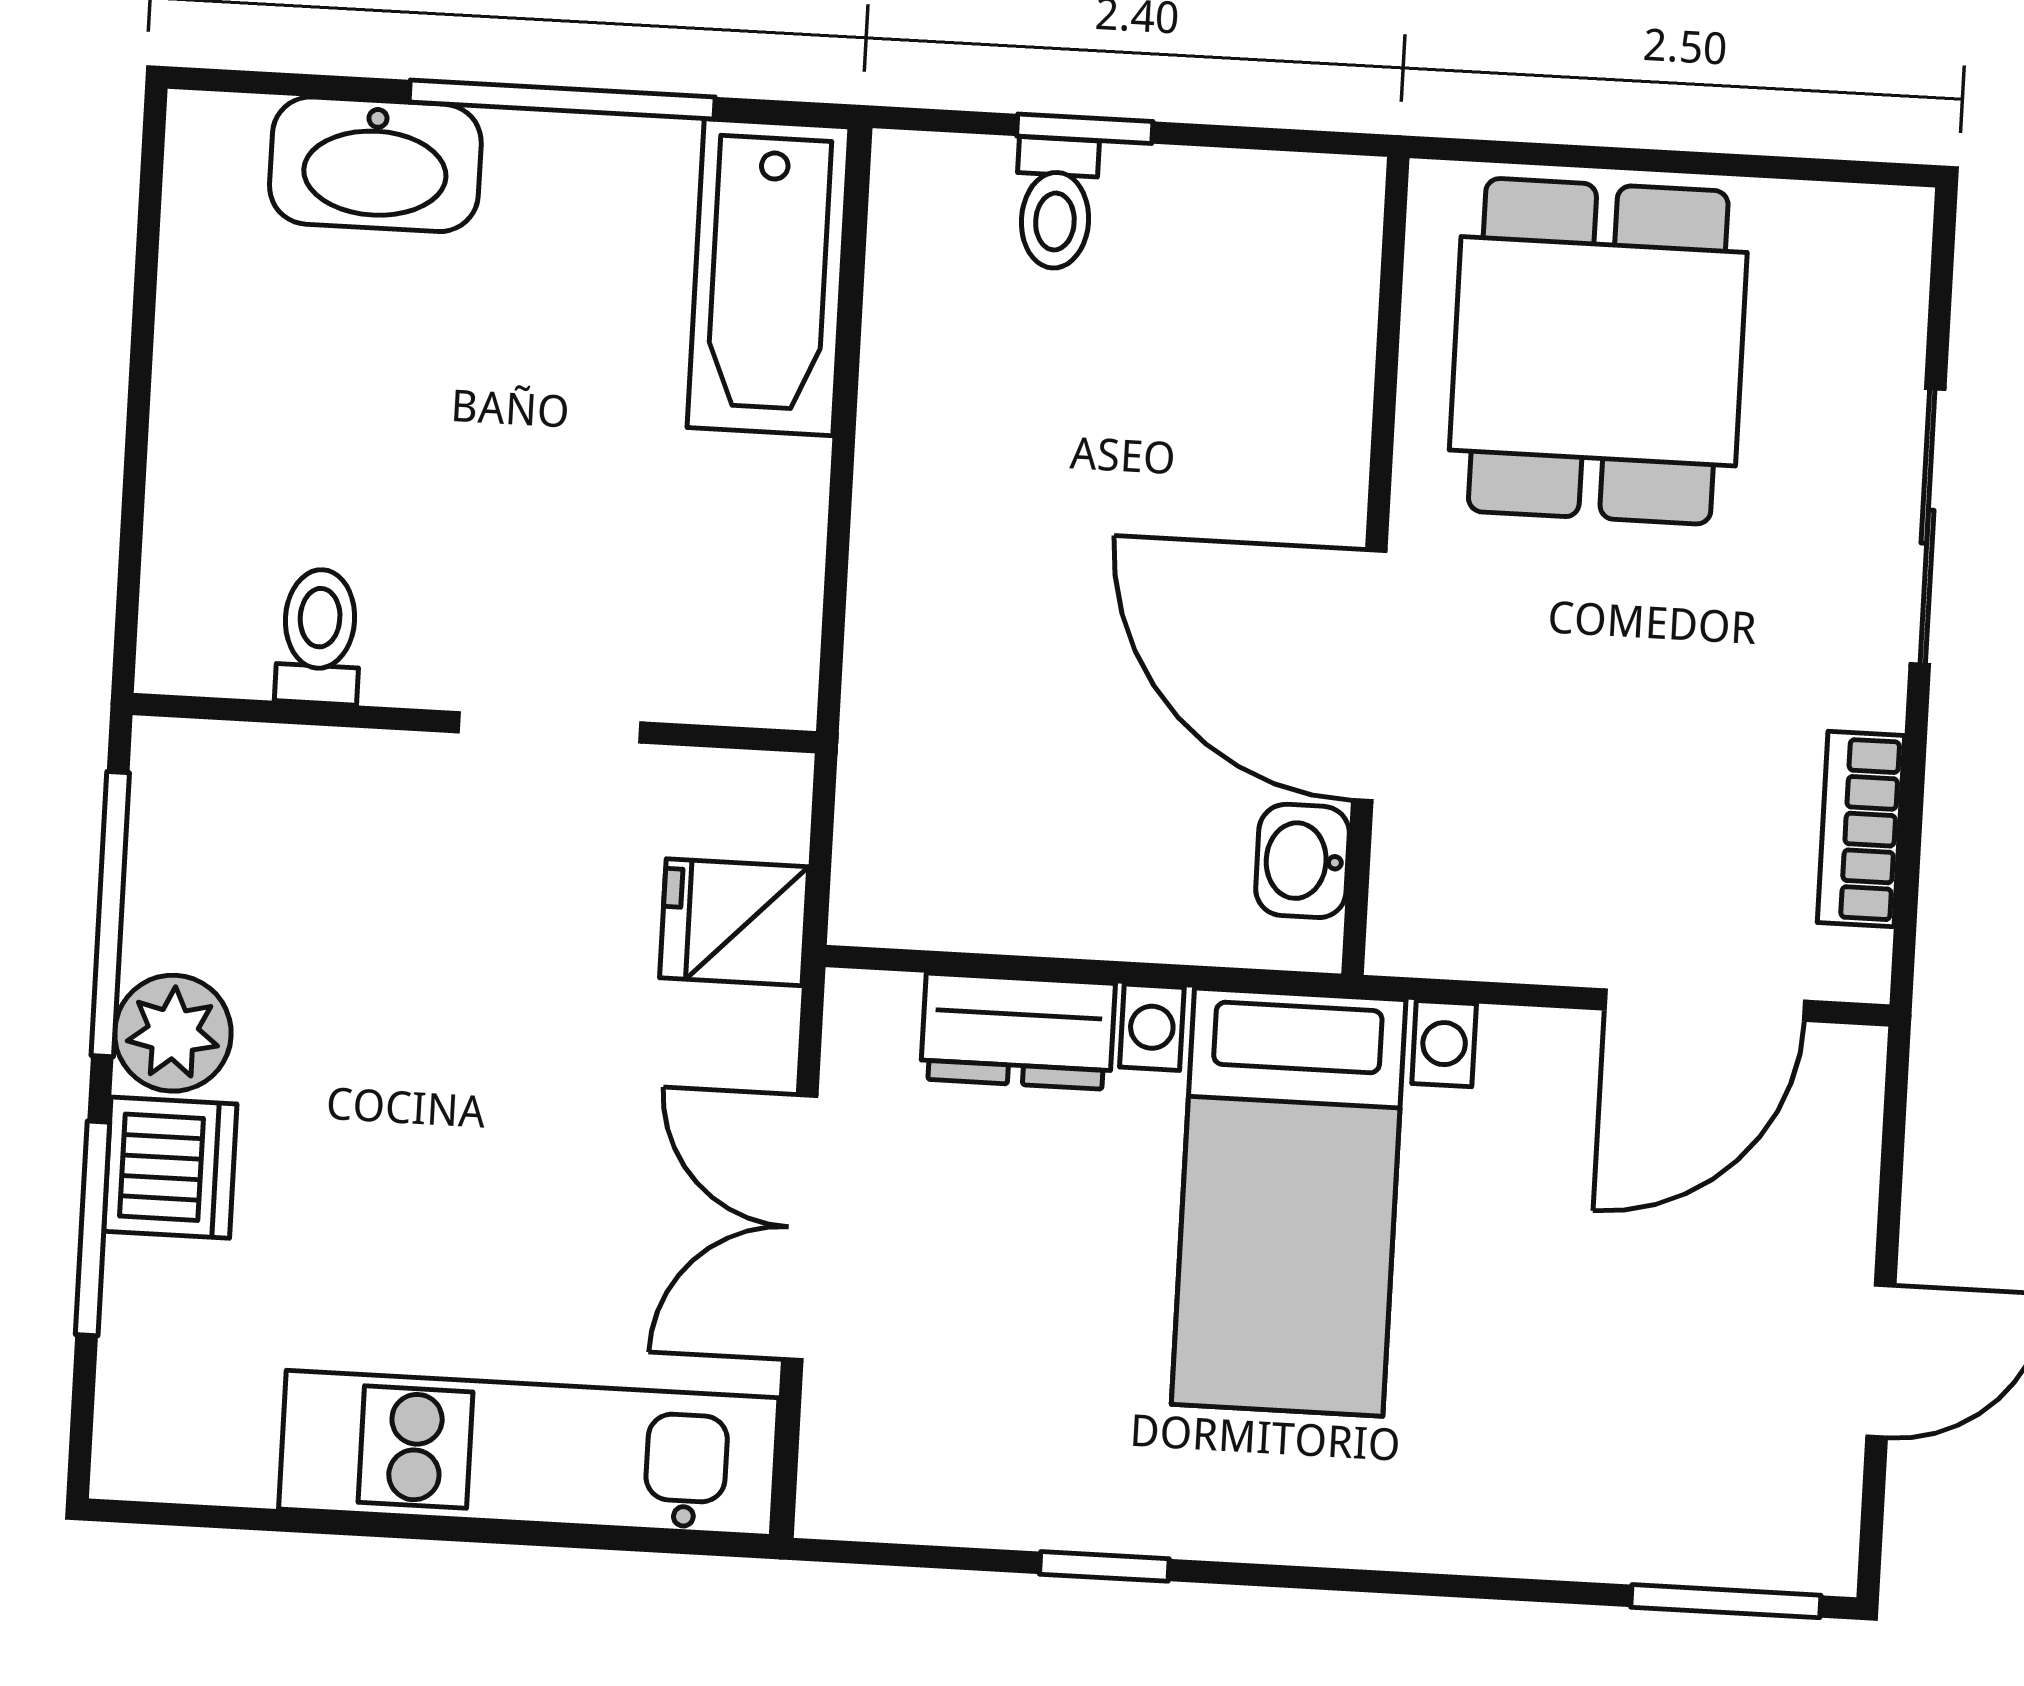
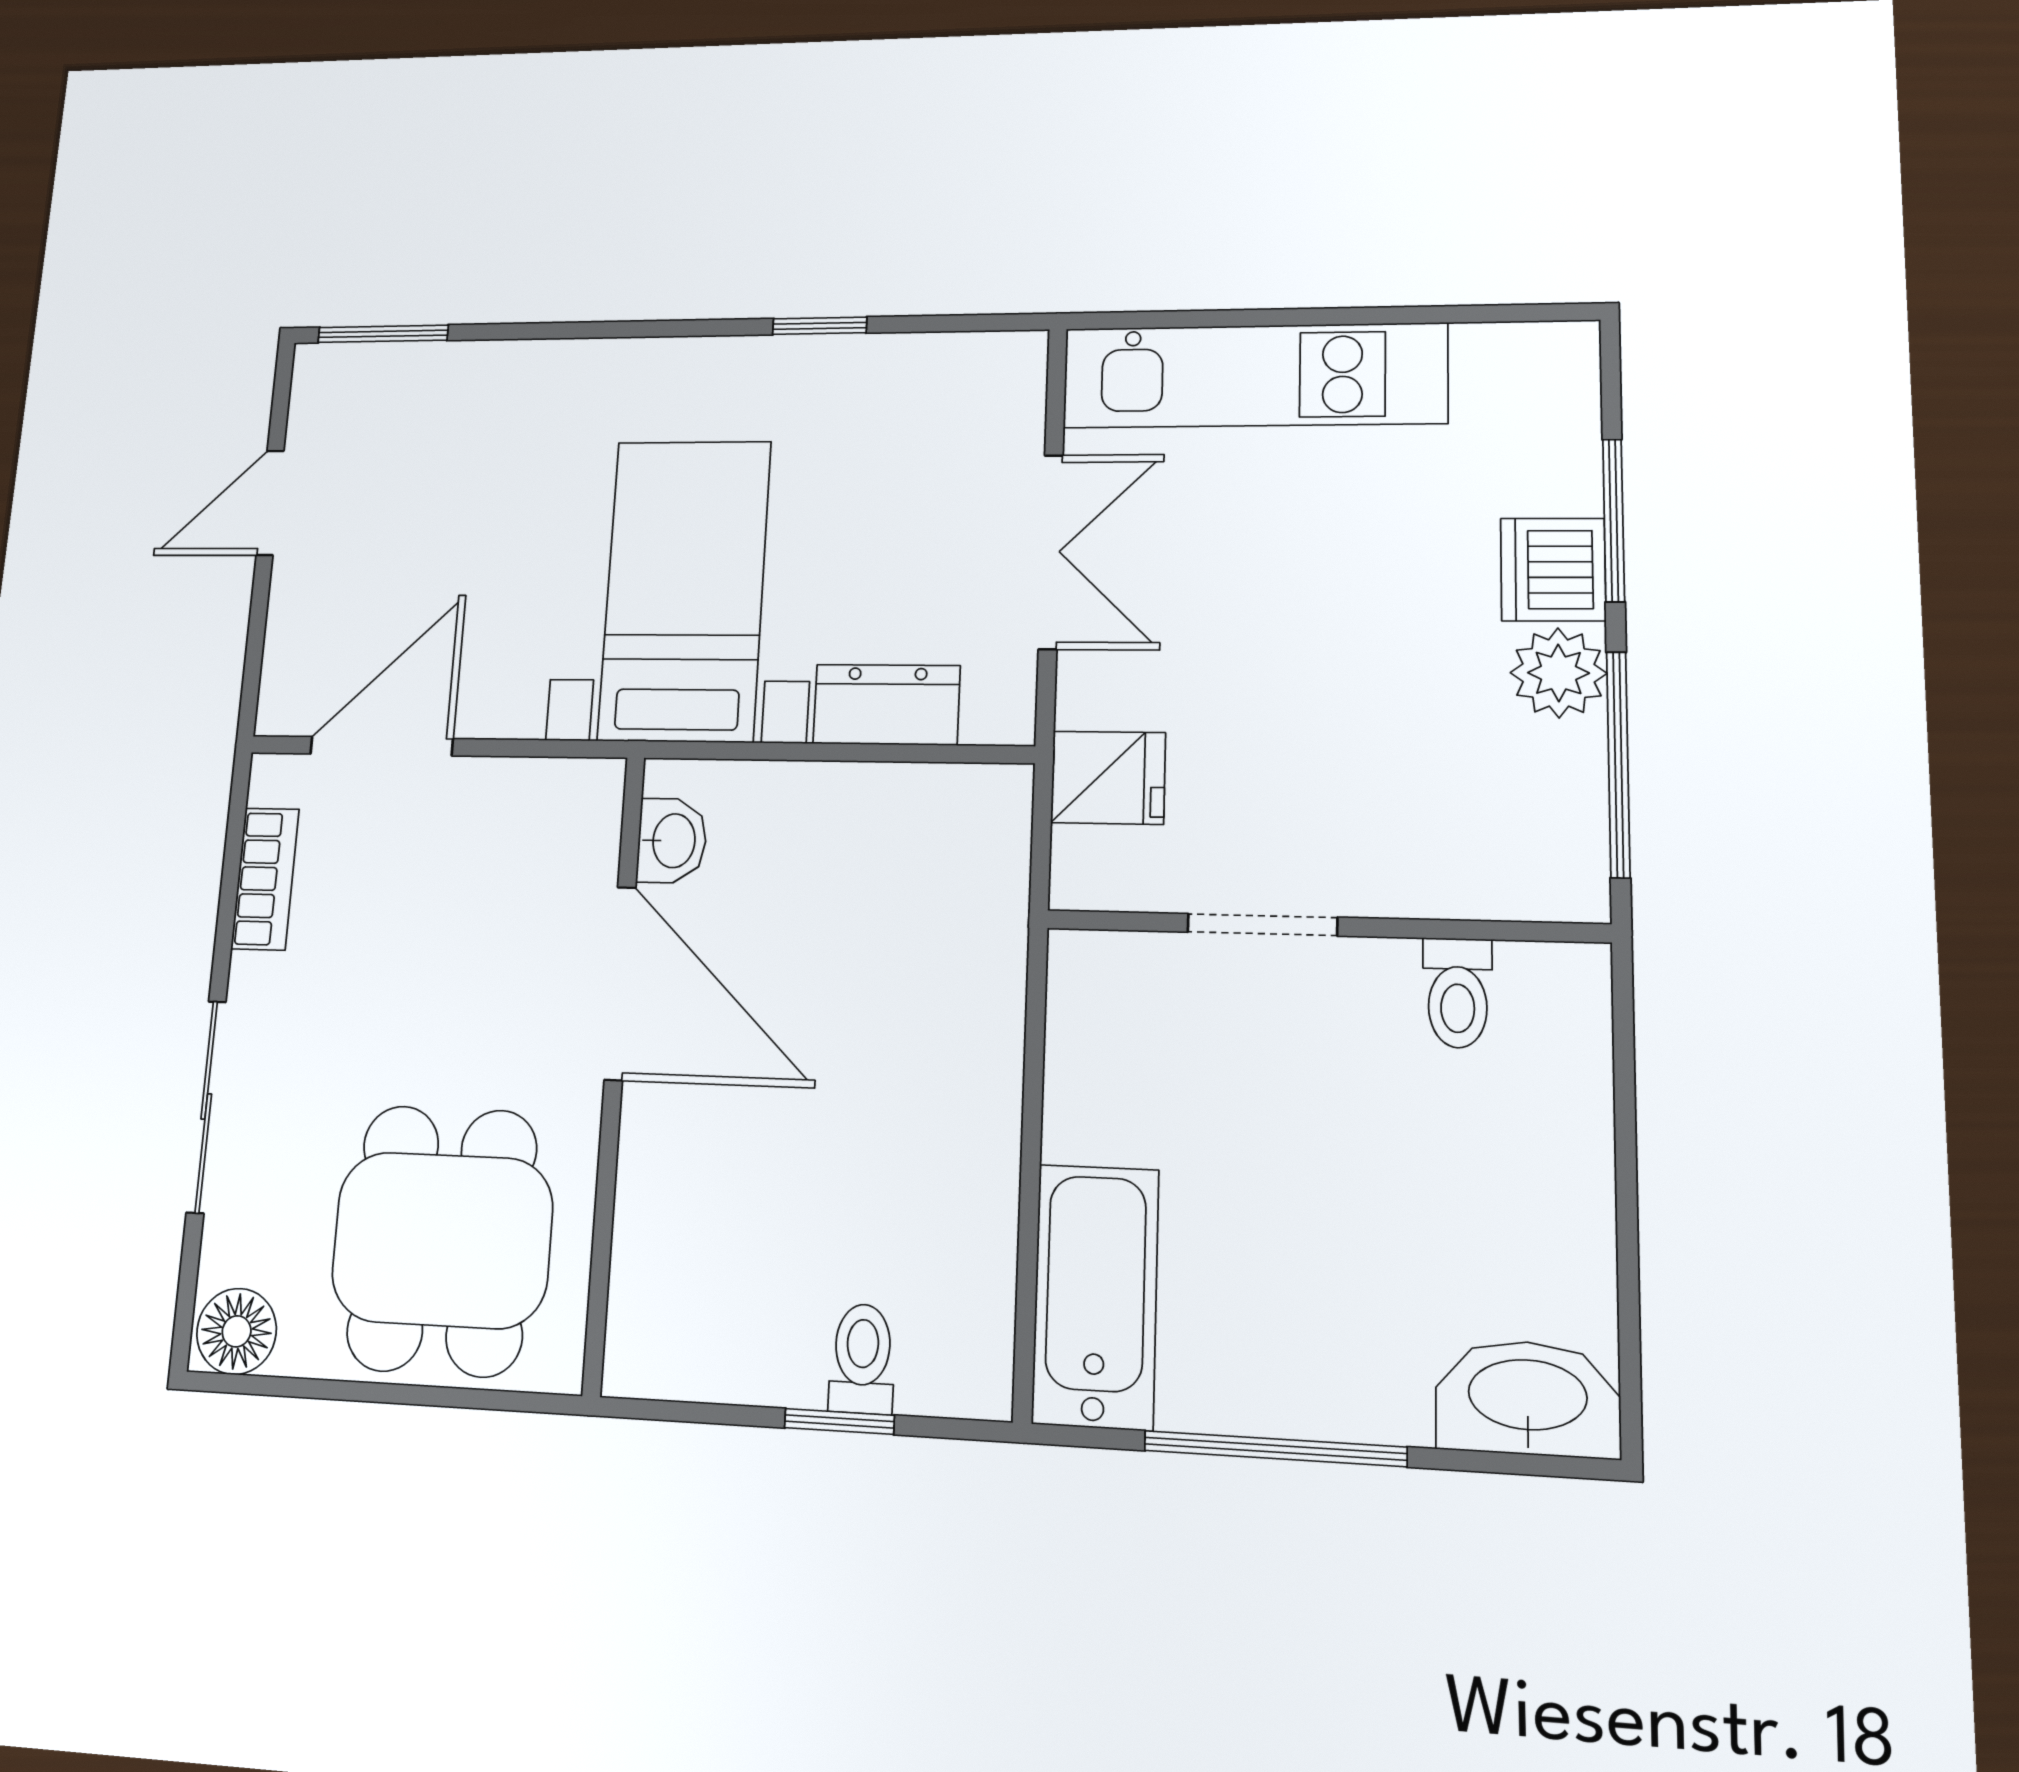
washbasin: (375, 164) -> (1528, 1398), moved
floor lamp: (1870, 238) -> (237, 1331), added

